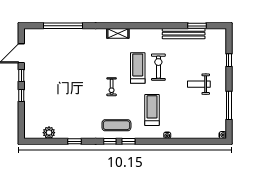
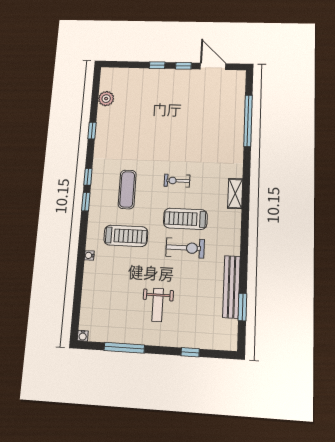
treadmill: (138, 68) -> (185, 219), turned 180
weight bench: (199, 84) -> (158, 305), turned 180
exercise bike: (112, 87) -> (177, 181), moved
exercise mat: (116, 125) -> (127, 189), moved

